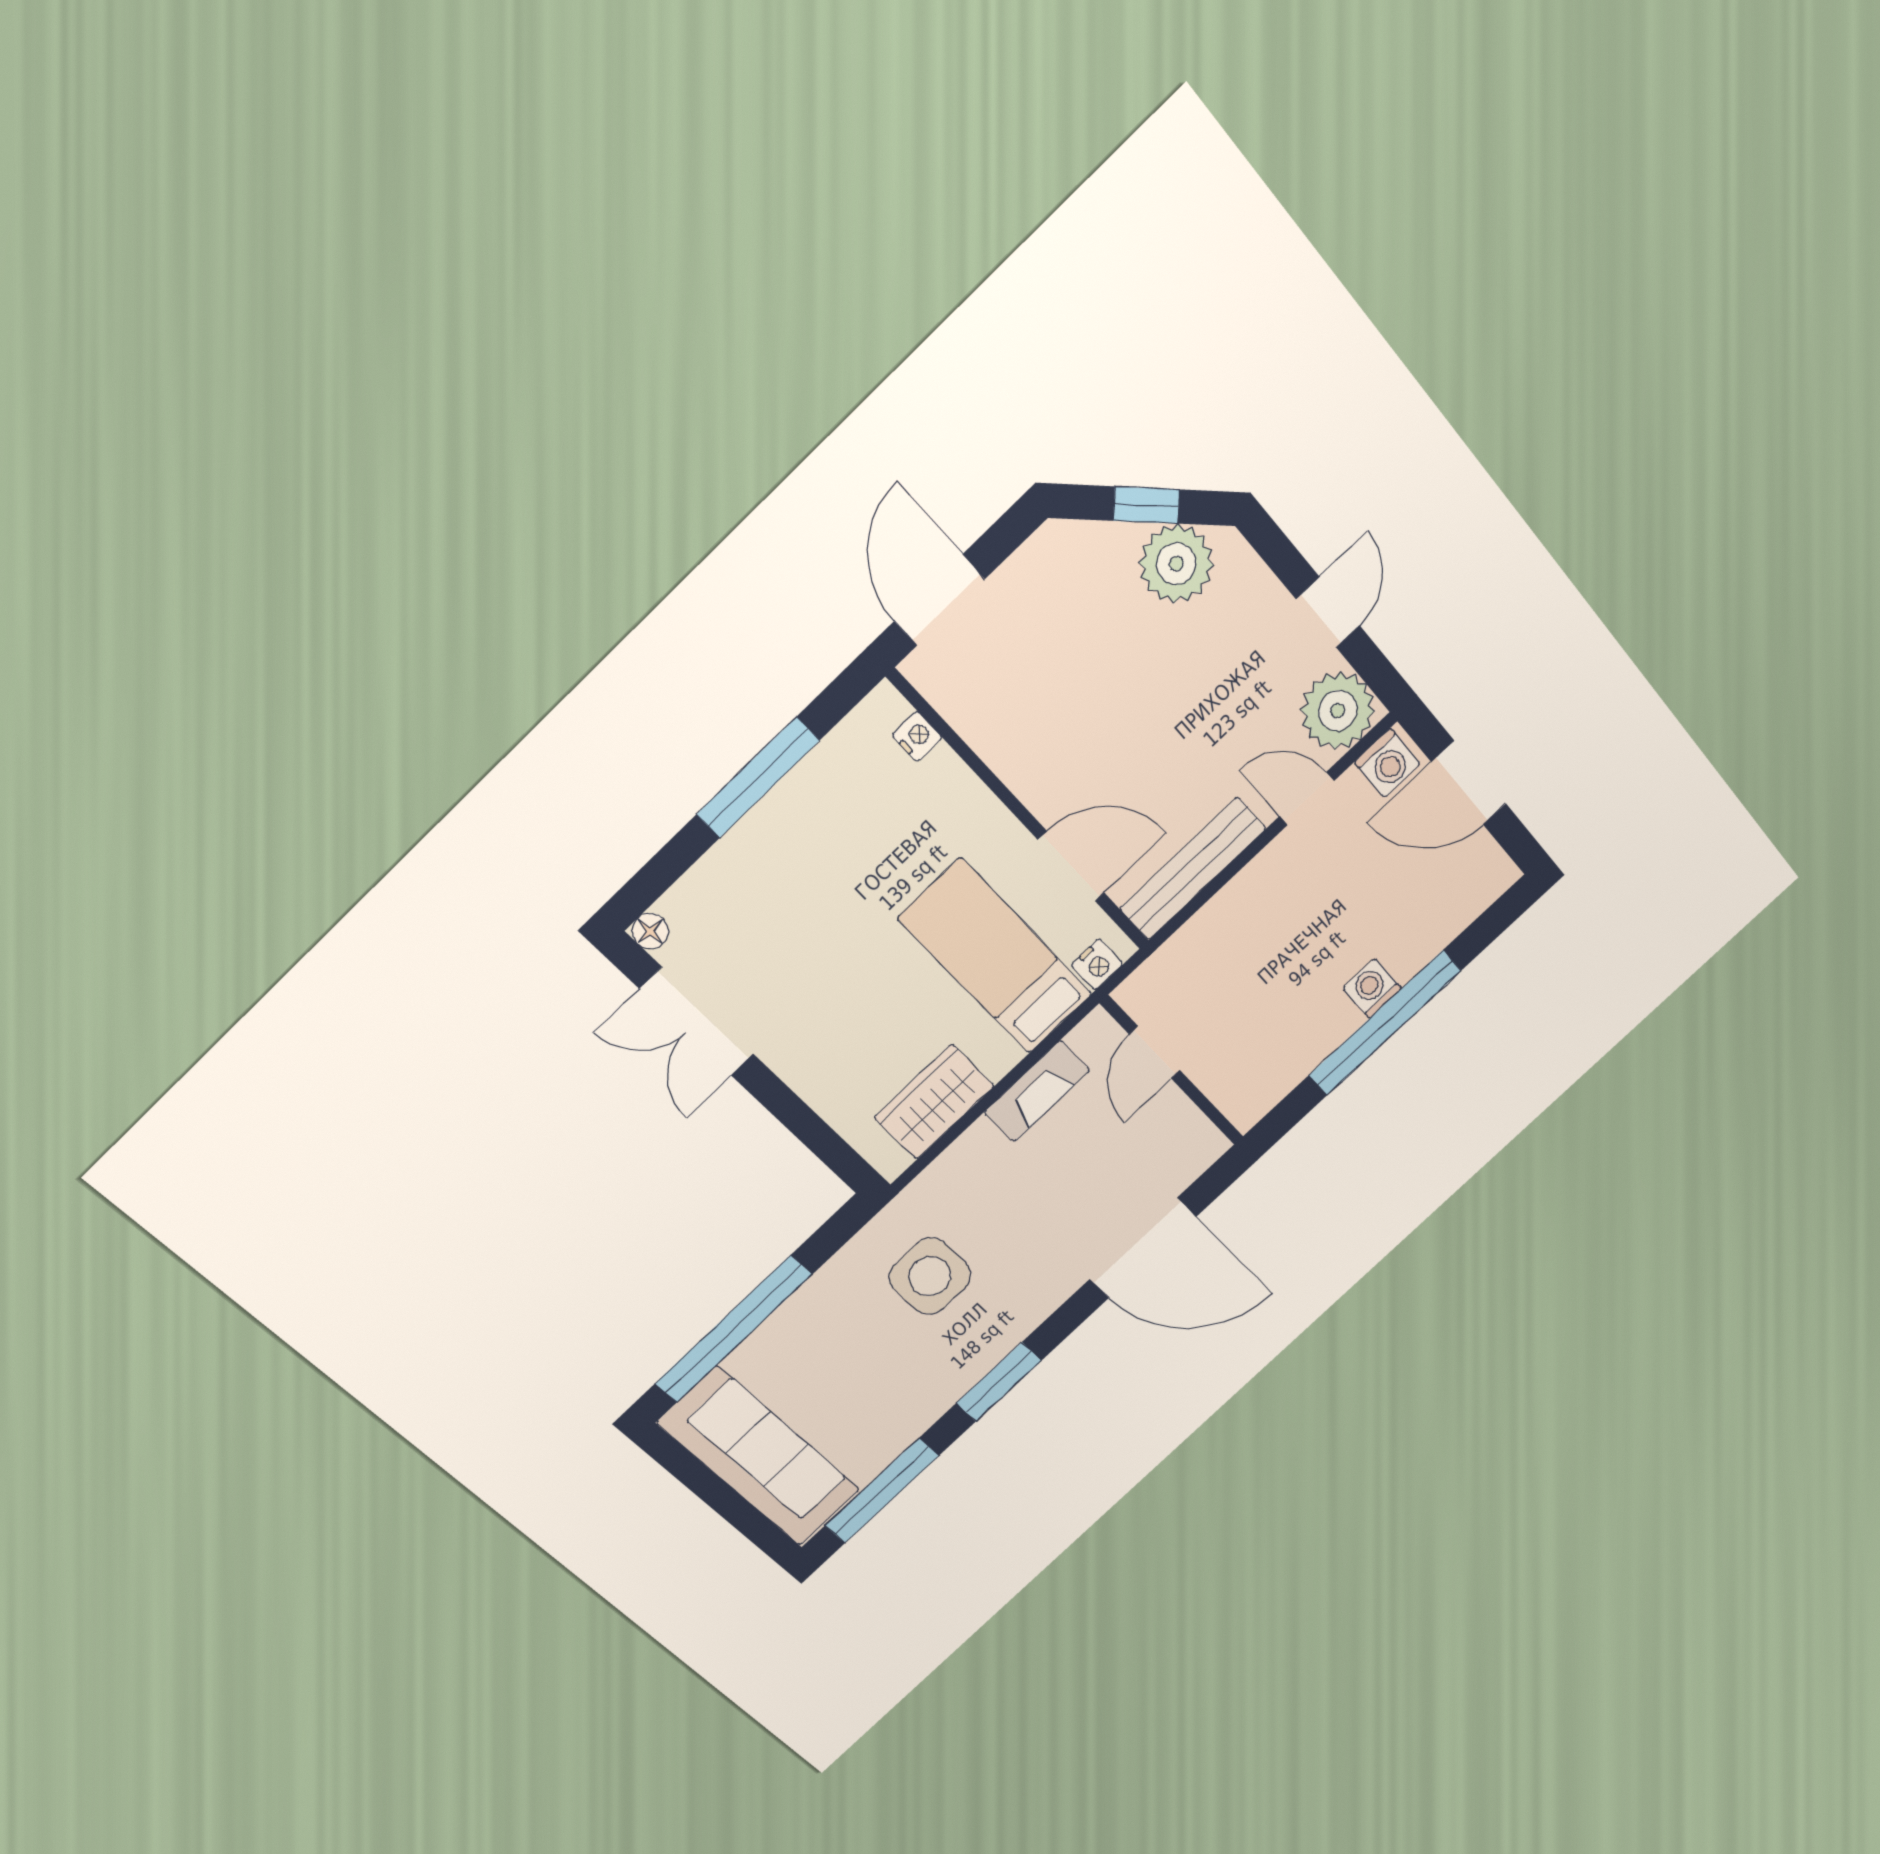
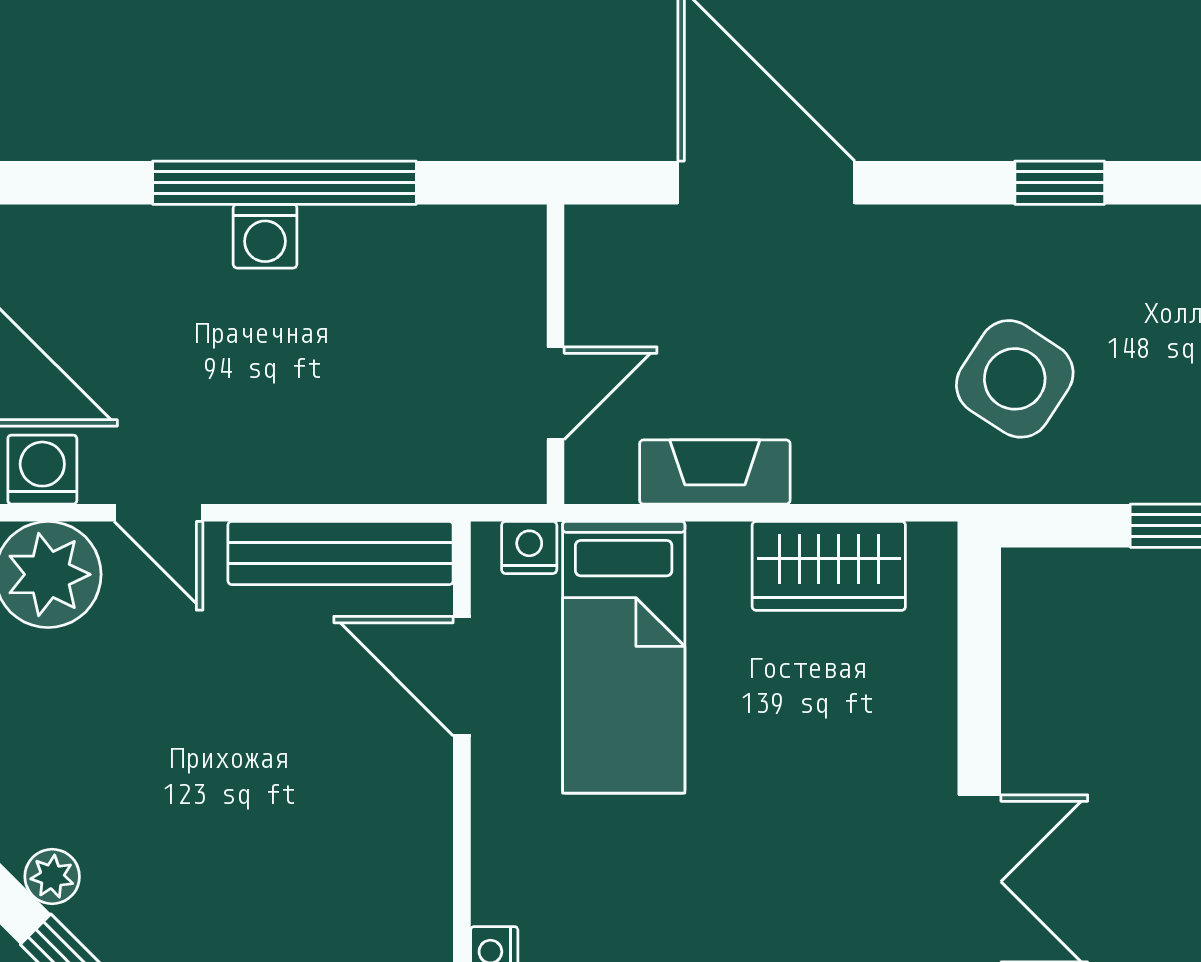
plant: (1176, 564) -> (52, 877), width x0.53, depth x0.53
side table: (930, 1276) -> (1015, 379), turned 33
window: (999, 1382) -> (1060, 183), width x0.67

